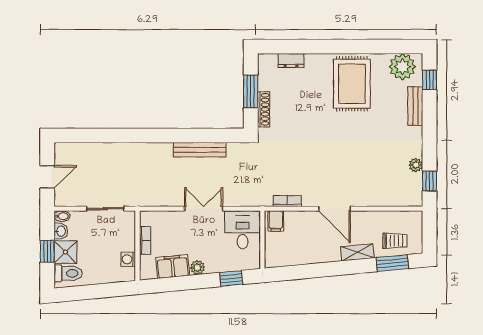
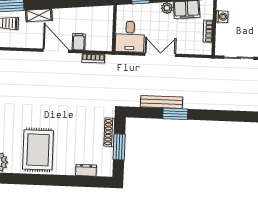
window: (182, 135) -> (175, 114), added
double door: (204, 209) -> (160, 55), swing flipped
filing cabinet: (276, 221) -> (79, 42), moved

